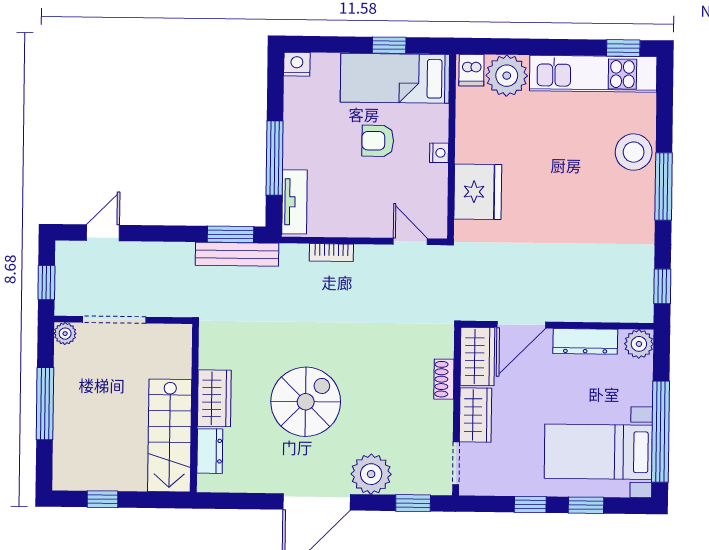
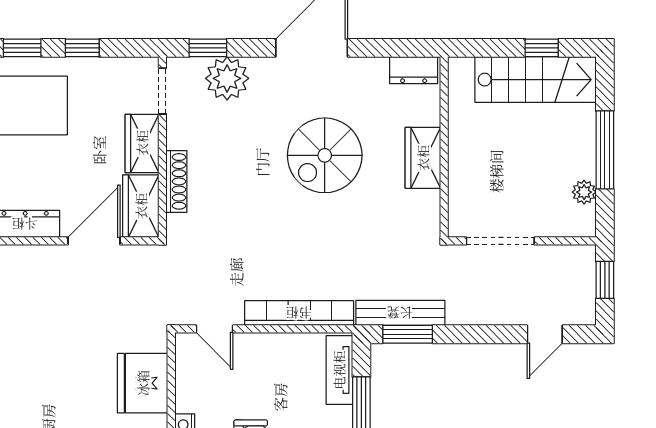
bookcase: (331, 253) -> (299, 313), width x2.31, depth x1.31
doorway: (114, 320) -> (500, 241), moved
plant: (65, 334) -> (584, 192), moved
shoe rack: (444, 379) -> (176, 181), width x1.43
stairs: (170, 436) -> (535, 80), moved, turned 90
dresser: (210, 451) -> (414, 70), moved, turned -90
plant: (371, 474) -> (227, 78), moved

